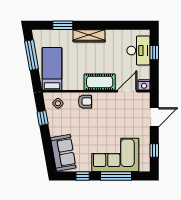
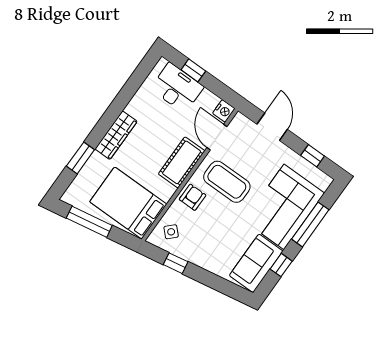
bed: (52, 69) -> (128, 203), width x1.50
coffee table: (107, 114) -> (227, 182), added
sofa: (63, 153) -> (256, 263), moved, turned -80

